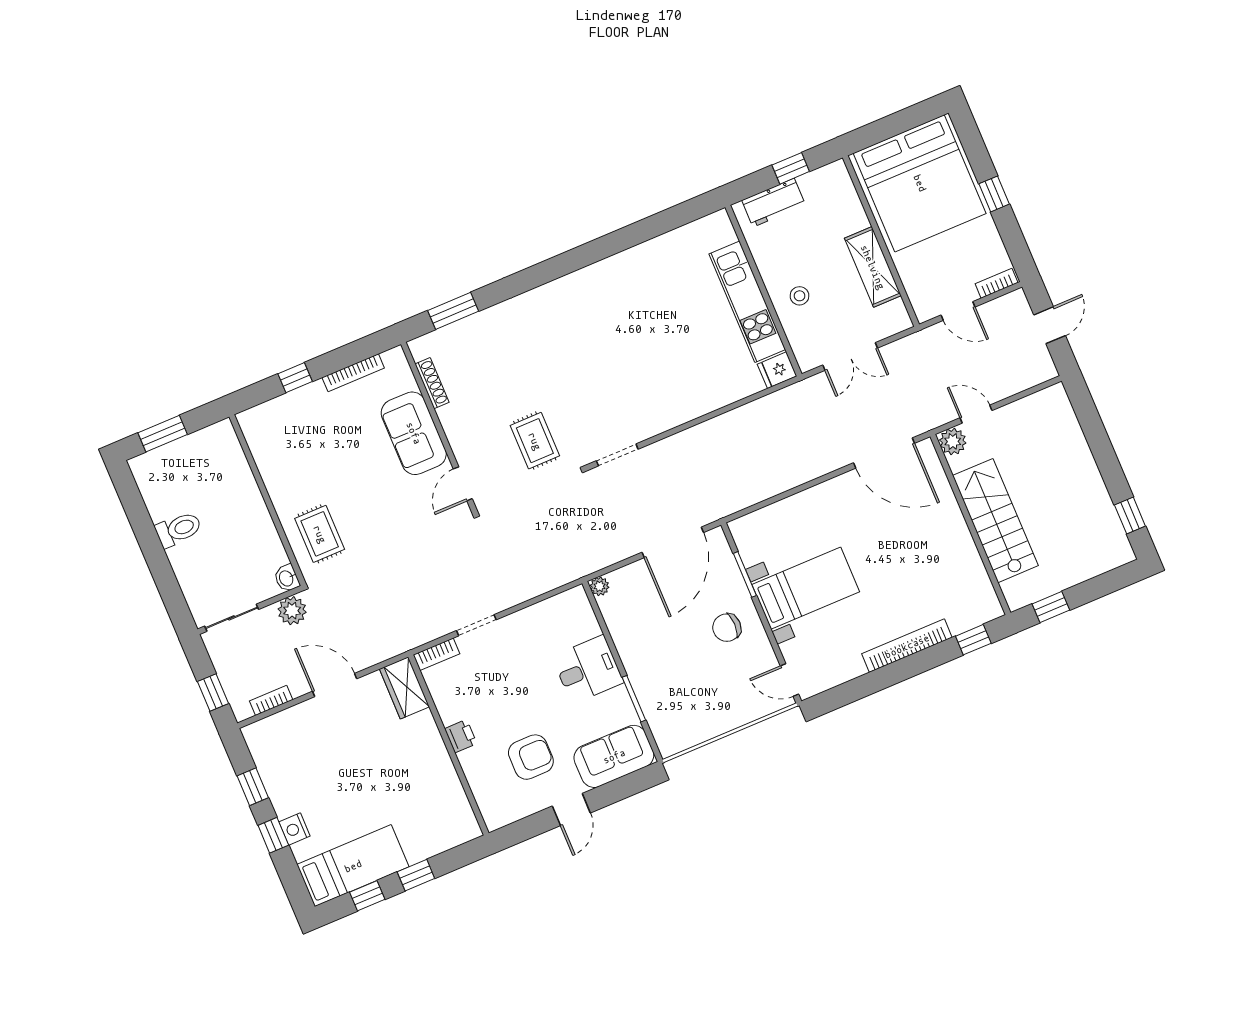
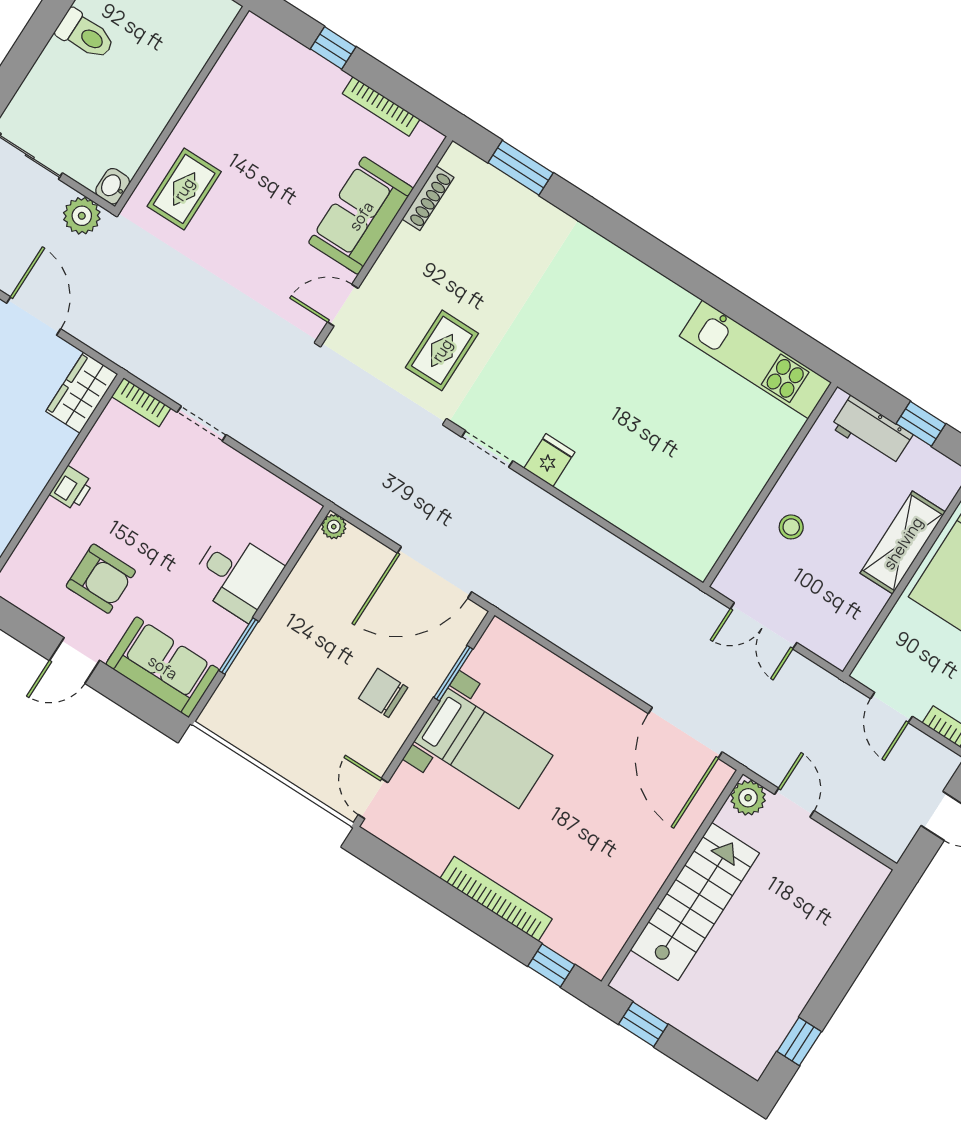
shelving: (873, 267) -> (903, 543), moved
kitchen unit: (747, 302) -> (755, 359), moved, turned -90
fridge: (777, 370) -> (549, 460), moved, turned 90

